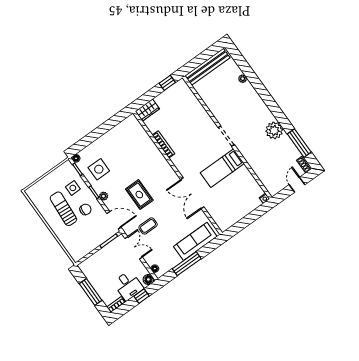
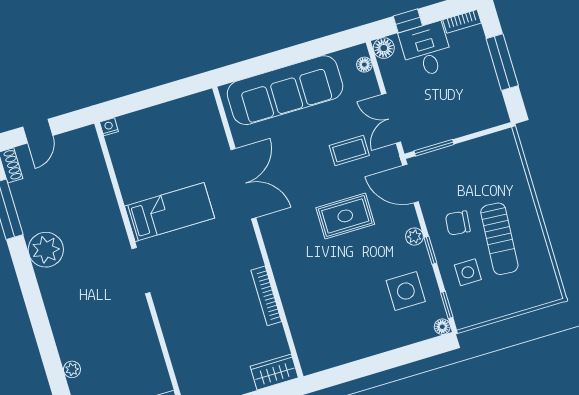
rug: (139, 195) -> (345, 216), turned 90
sofa: (195, 241) -> (285, 90), width x1.36, depth x1.27
window: (187, 264) -> (300, 53), removed

